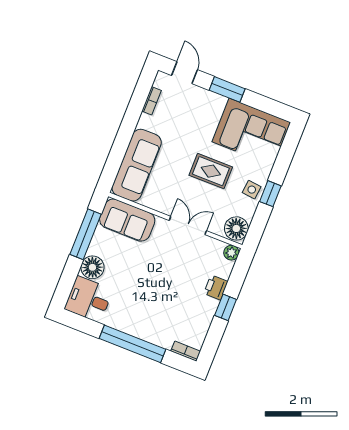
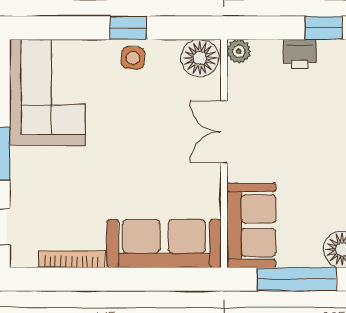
bookcase: (151, 101) -> (72, 259), width x1.56
rug: (211, 171) -> (129, 130), removed

